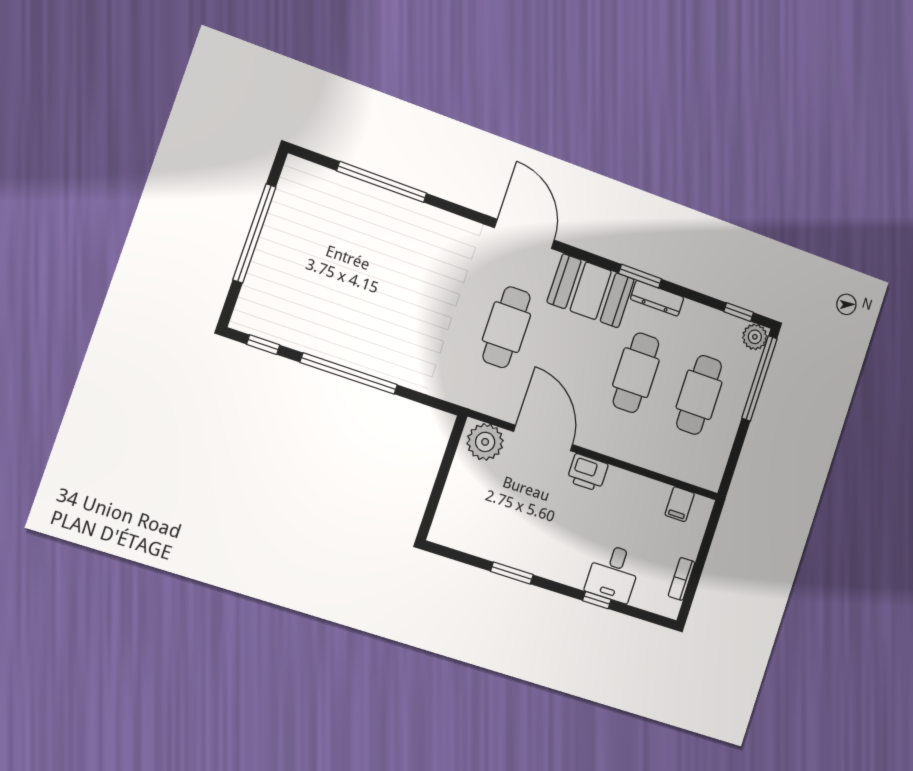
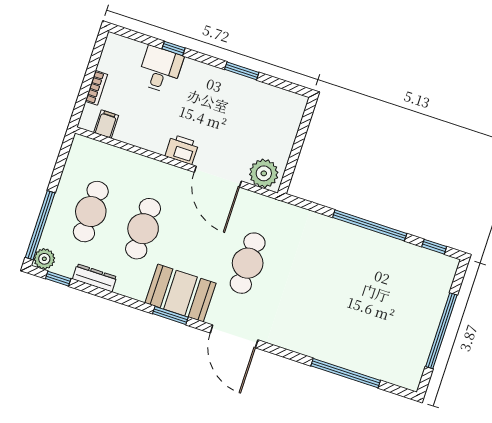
window: (640, 276) -> (170, 315), moved
dresser: (657, 298) -> (95, 278), moved
bookcase: (682, 579) -> (96, 88), moved

